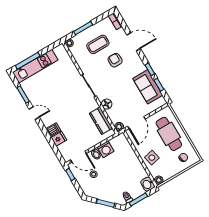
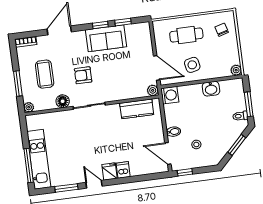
armchair: (115, 60) -> (83, 75), moved
sofa: (148, 87) -> (106, 38), moved
floor lamp: (107, 104) -> (63, 101), moved
door: (34, 113) -> (94, 184), hinge flipped
cafe table: (169, 134) -> (186, 35), width x0.73, depth x0.74
fridge: (59, 139) -> (110, 171), moved
washing machine: (106, 149) -> (170, 95), moved
door: (79, 157) -> (168, 153), swing flipped
side table: (152, 158) -> (192, 65), moved
washbasin: (148, 184) -> (211, 89), moved

